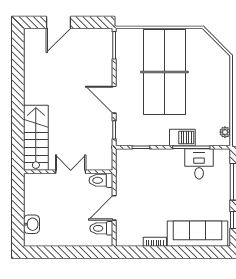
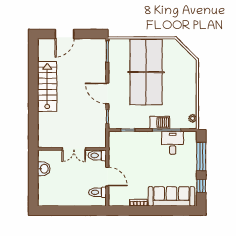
stairs: (36, 138) -> (47, 86), moved
double door: (71, 172) -> (74, 149), swing flipped
door: (114, 208) -> (107, 177), swing flipped
washbasin: (32, 224) -> (44, 169), moved

